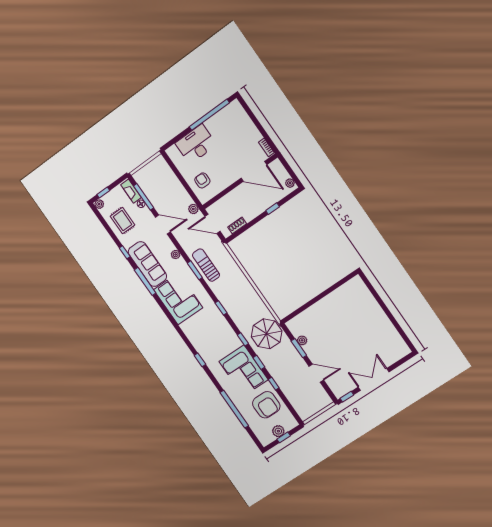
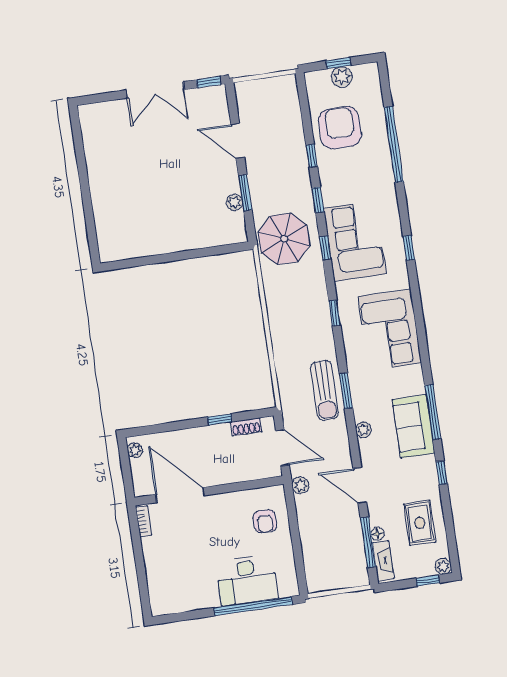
window: (209, 115) -> (253, 606), moved
window: (273, 209) -> (220, 419), moved
sofa: (147, 264) -> (414, 426), width x0.73
corner sofa: (178, 299) -> (390, 329), moved
corner sofa: (244, 371) -> (355, 241), moved

